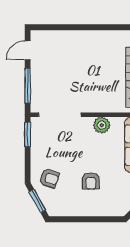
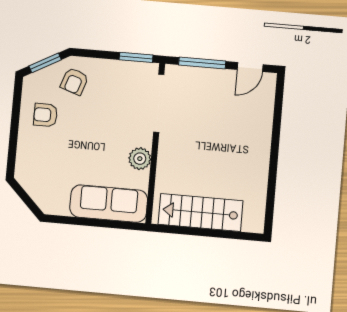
door: (28, 50) -> (250, 67), swing flipped
armchair: (91, 181) -> (46, 115), moved

